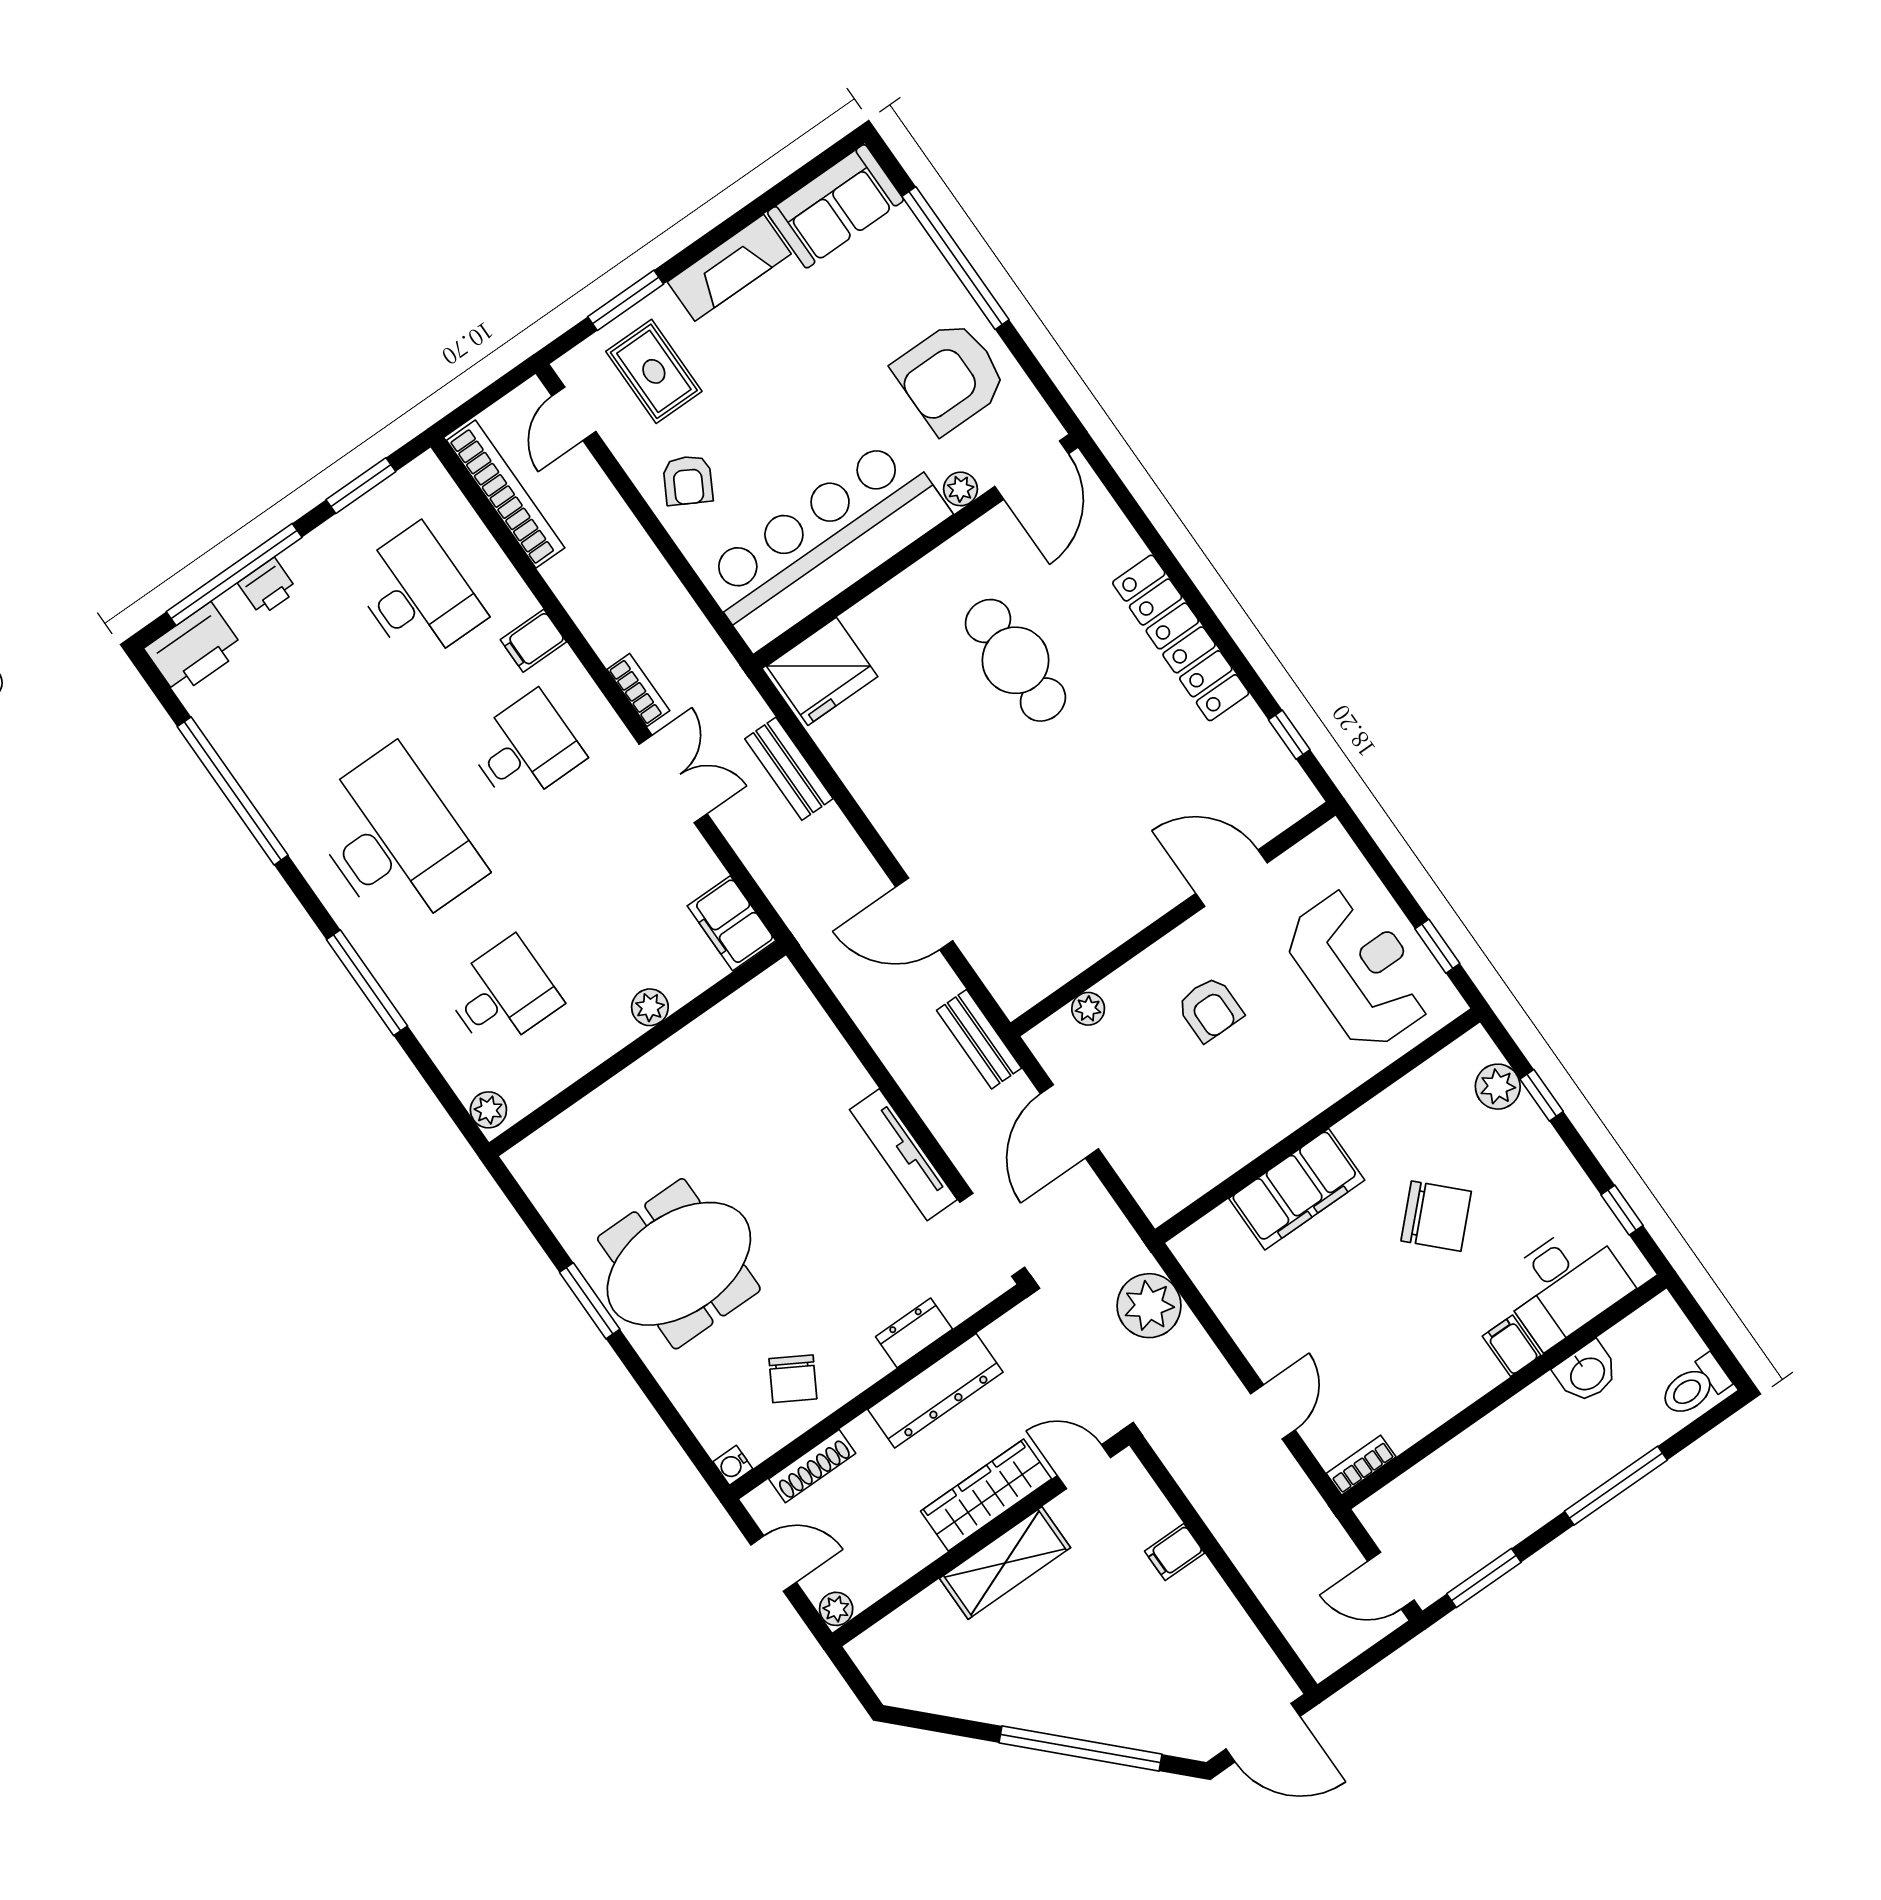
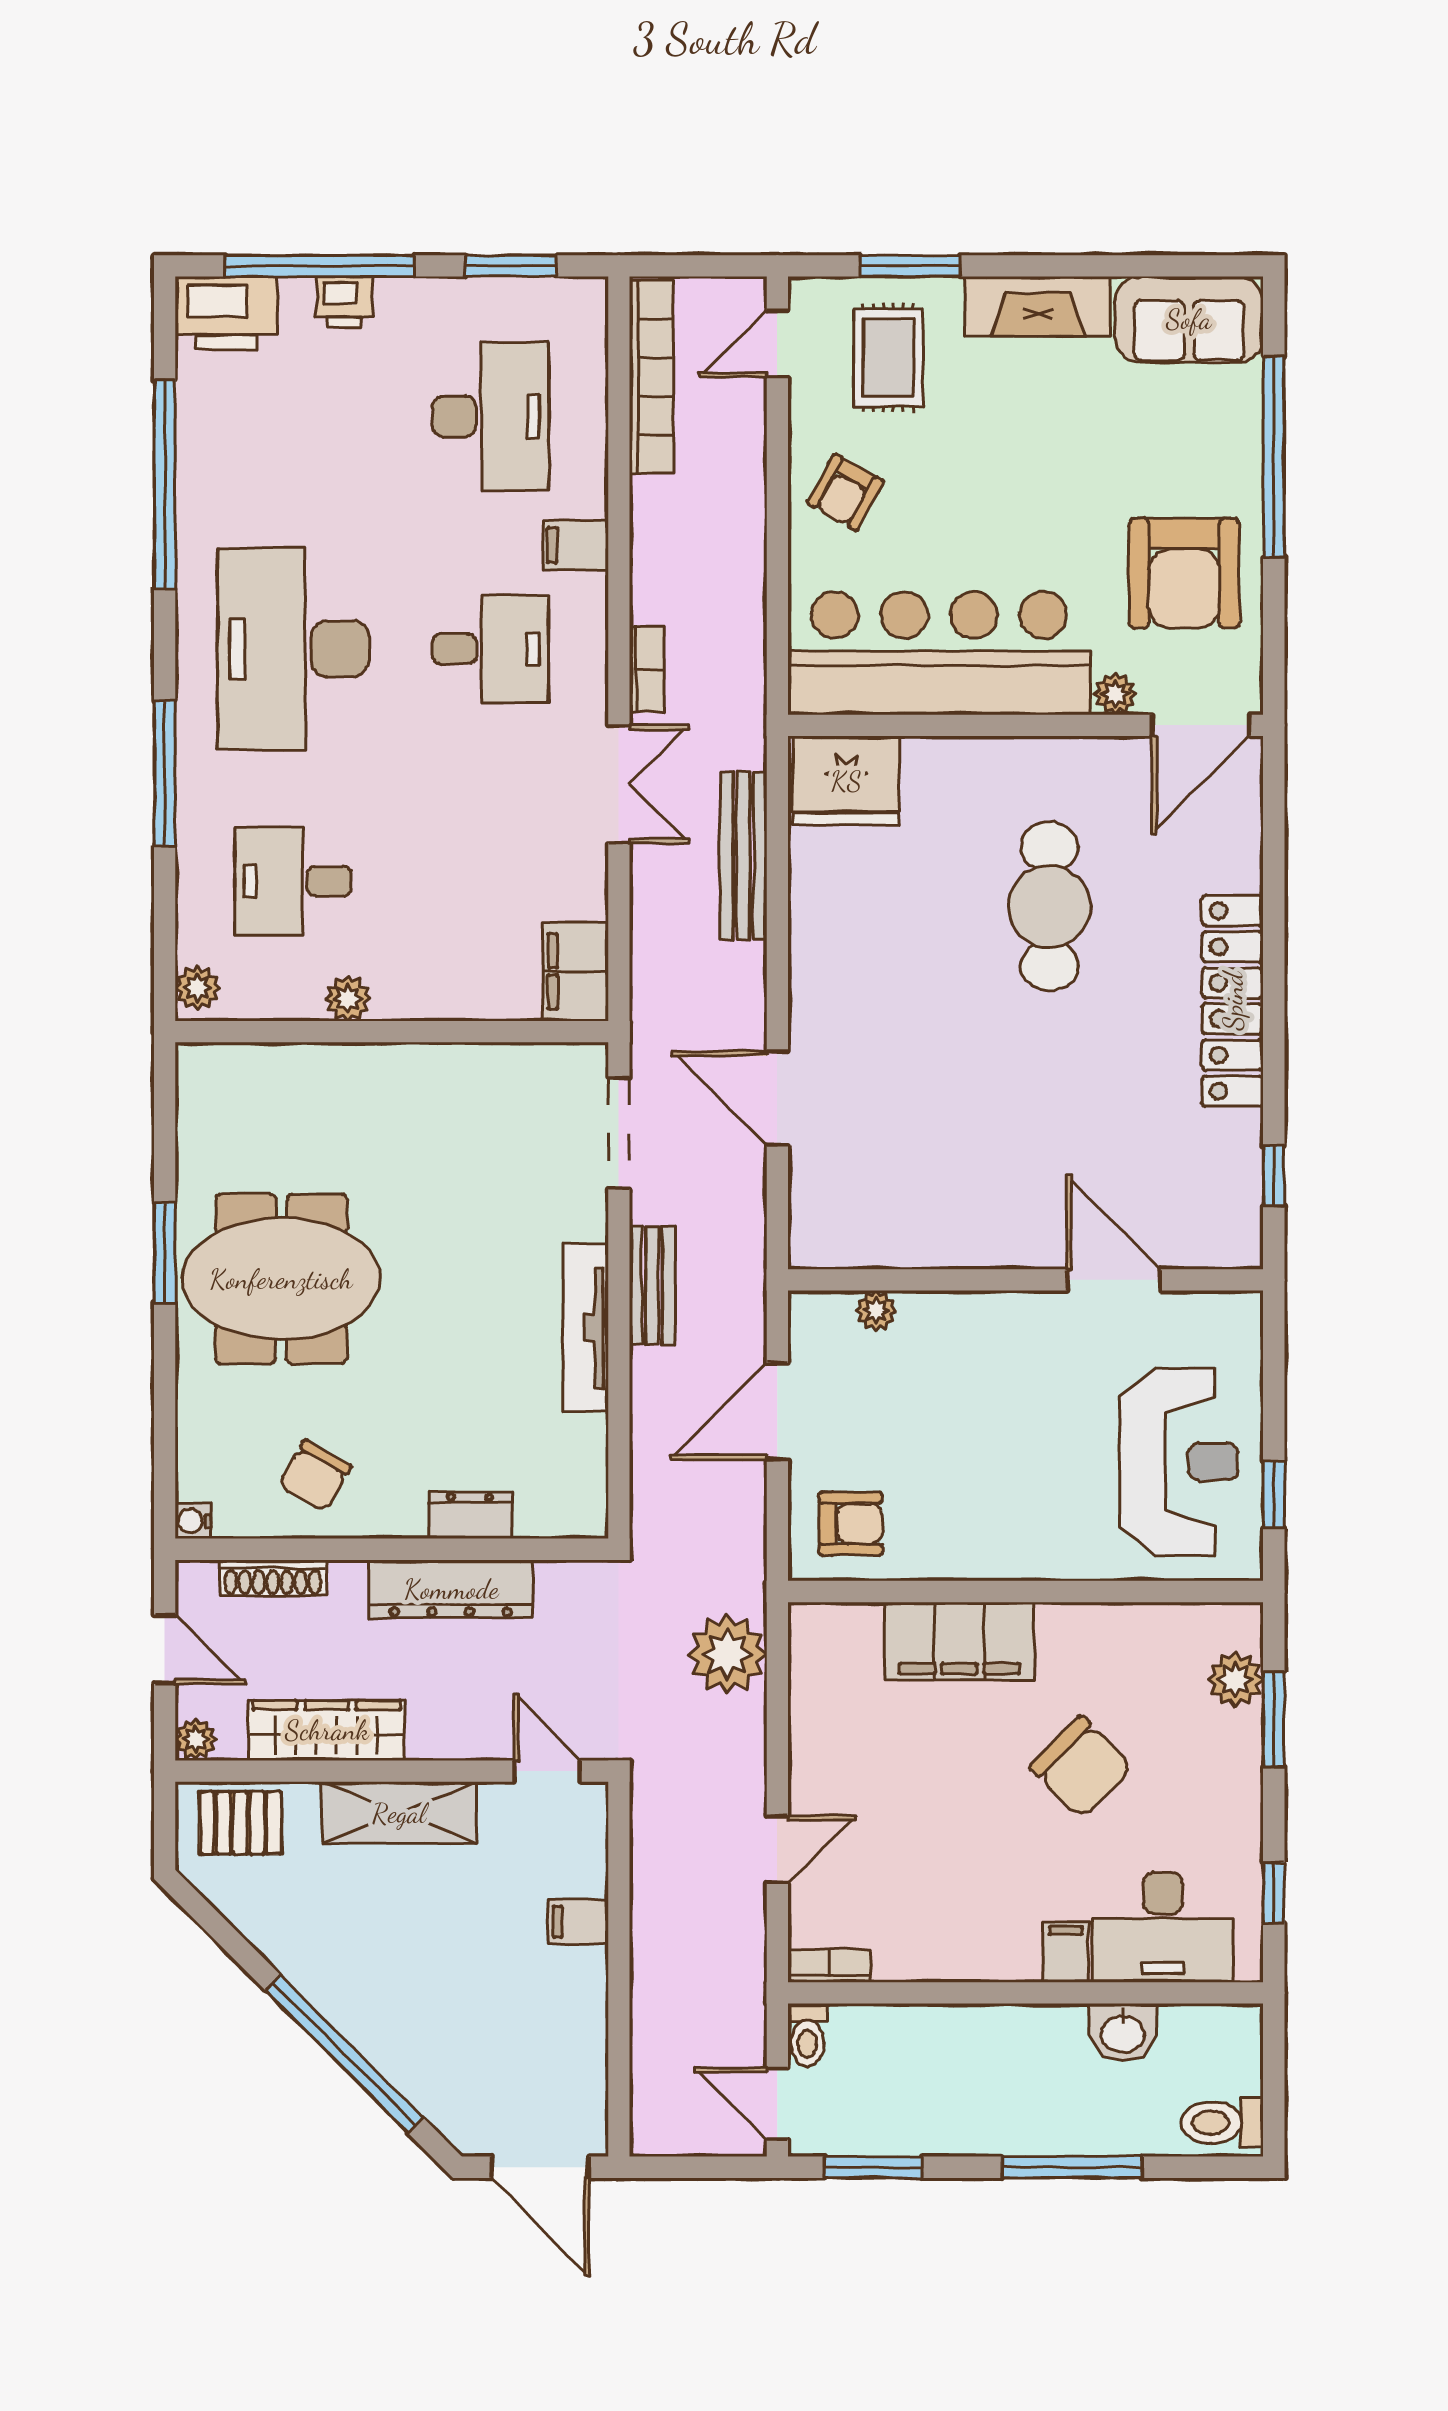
armchair: (950, 377) -> (1184, 573), turned -90
bench: (789, 769) -> (743, 856), width x1.36
desk: (394, 841) -> (293, 649), turned 180
desk: (502, 995) -> (293, 881), turned 180
plant: (650, 1007) -> (348, 999), moved
armchair: (1210, 1009) -> (851, 1524), moved, turned -90
bench: (979, 1039) -> (652, 1285), moved
window: (1542, 1095) -> (1274, 1719), width x1.50
doorway: (992, 1235) -> (619, 1133), moved
wardrobe: (986, 1495) -> (327, 1730), moved
toilet: (1379, 1521) -> (807, 2035), added
pallet: (904, 1643) -> (240, 1823), added

